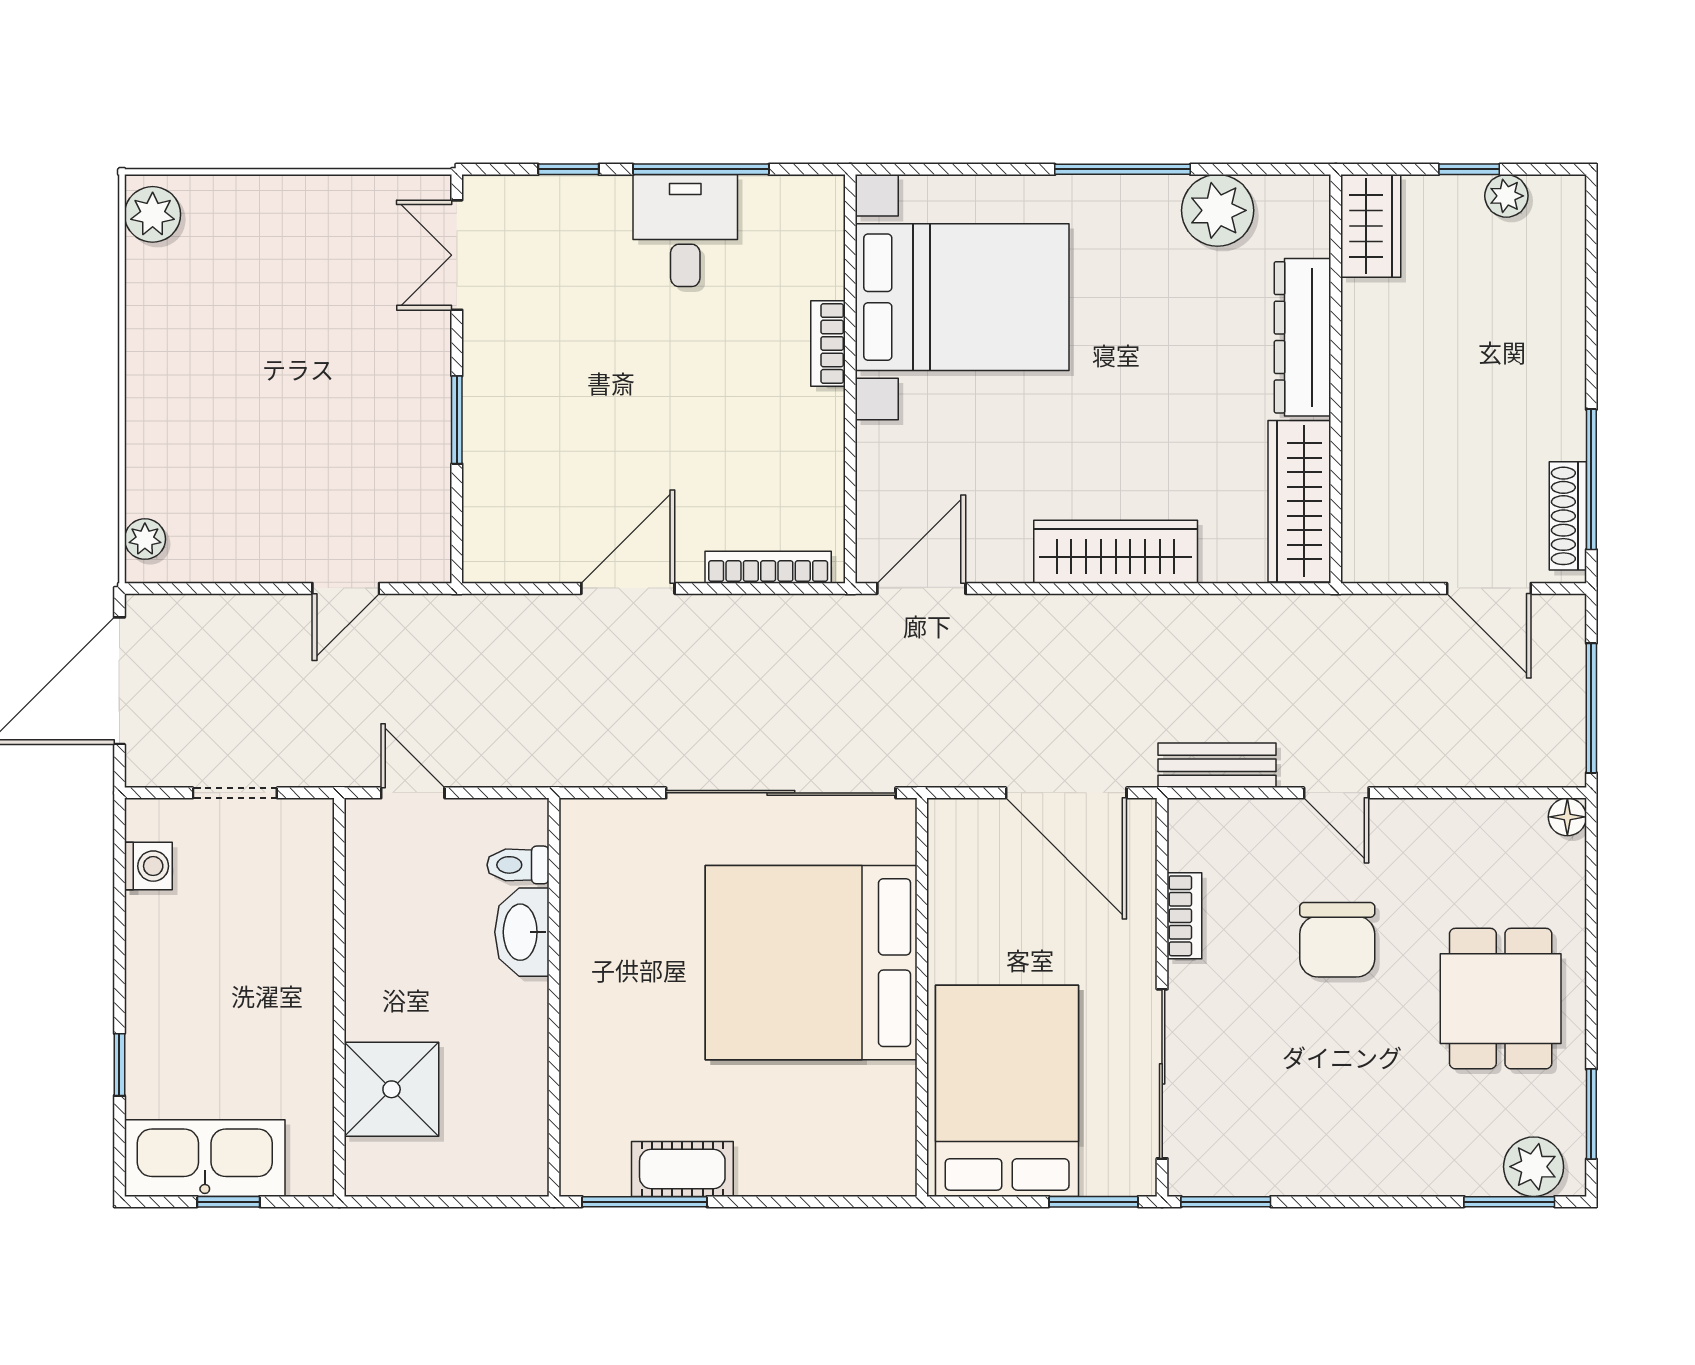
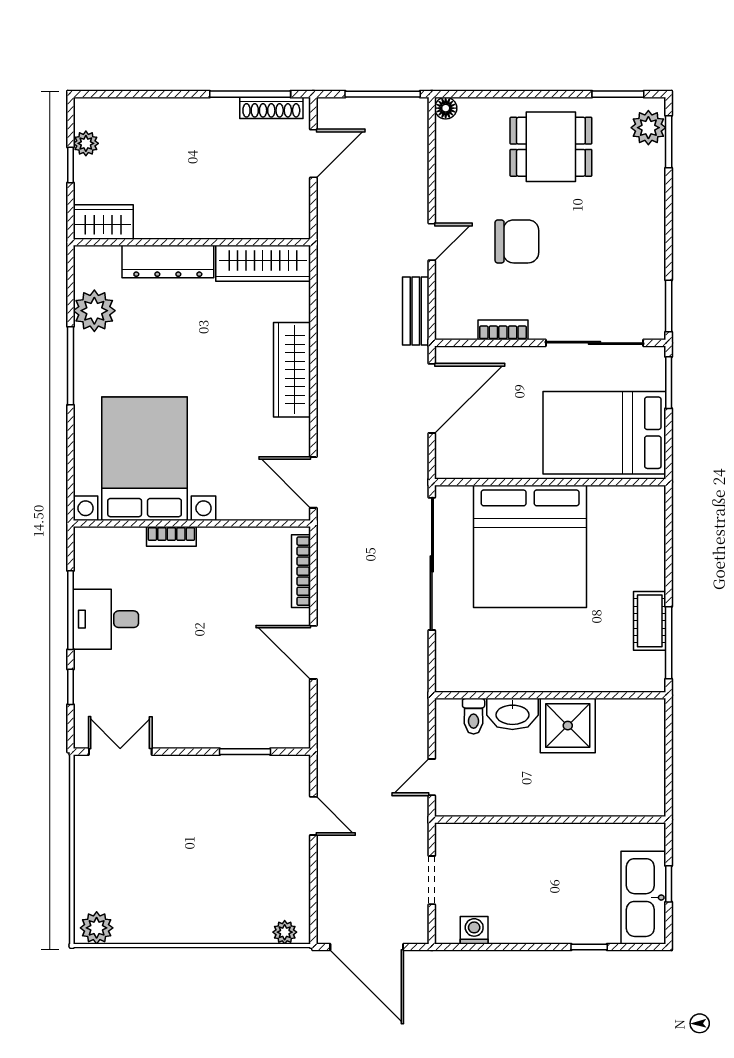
double door: (457, 255) -> (120, 752), swing flipped
window: (457, 420) -> (245, 752), moved
shower: (392, 1089) -> (568, 726), moved

